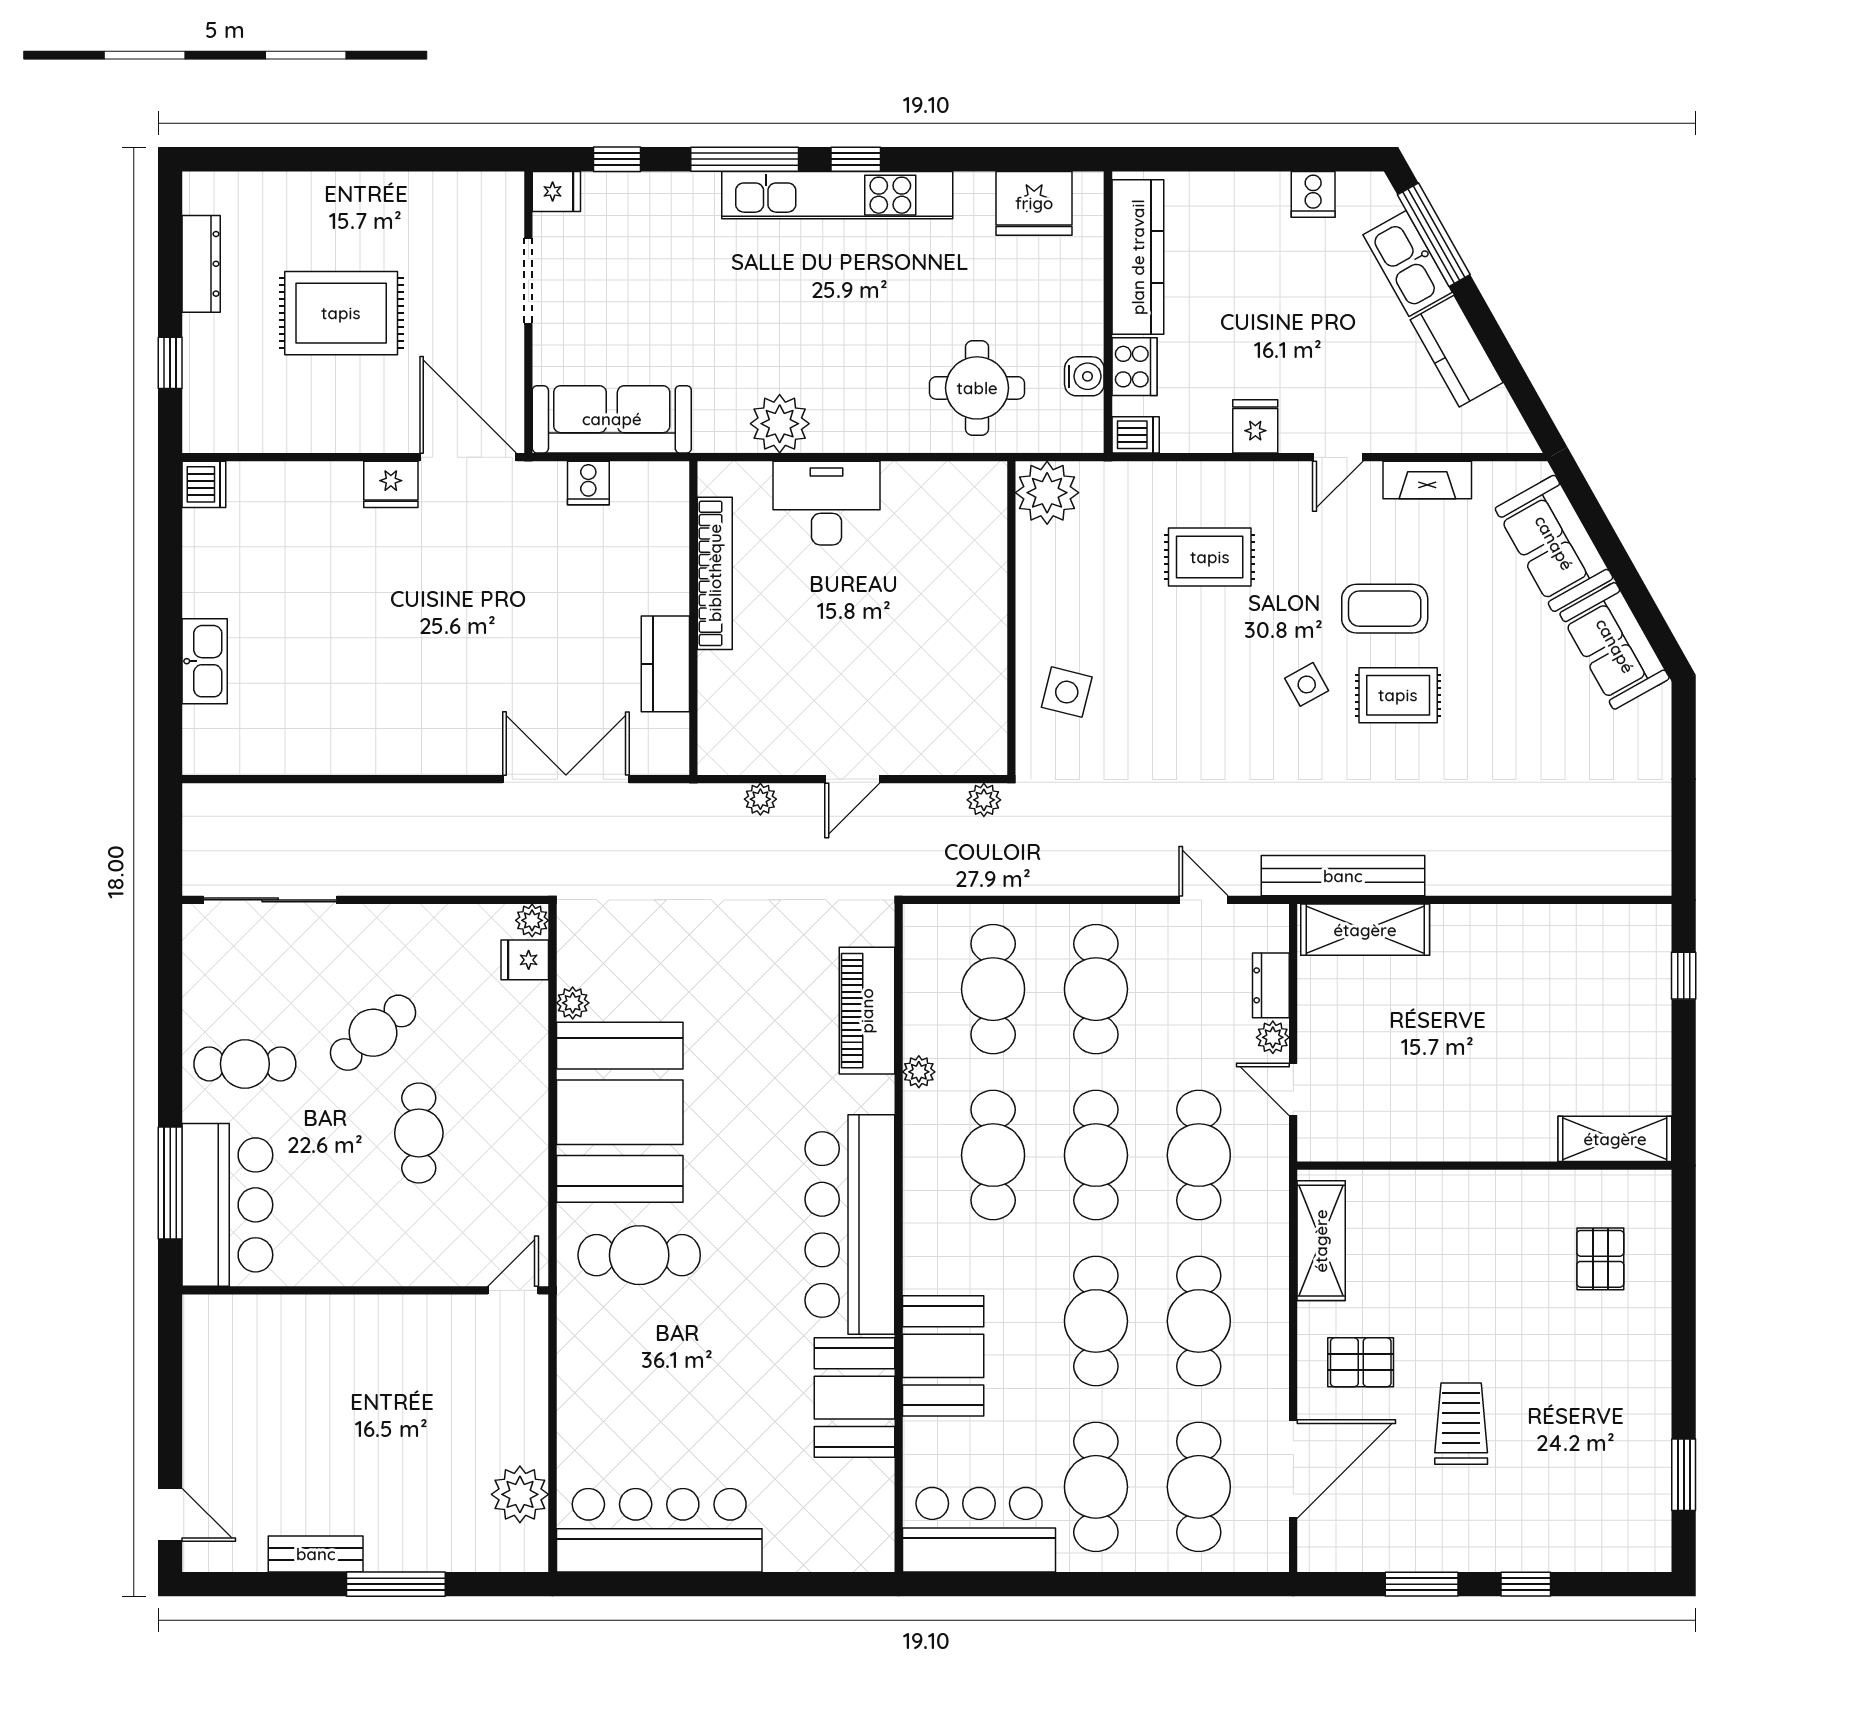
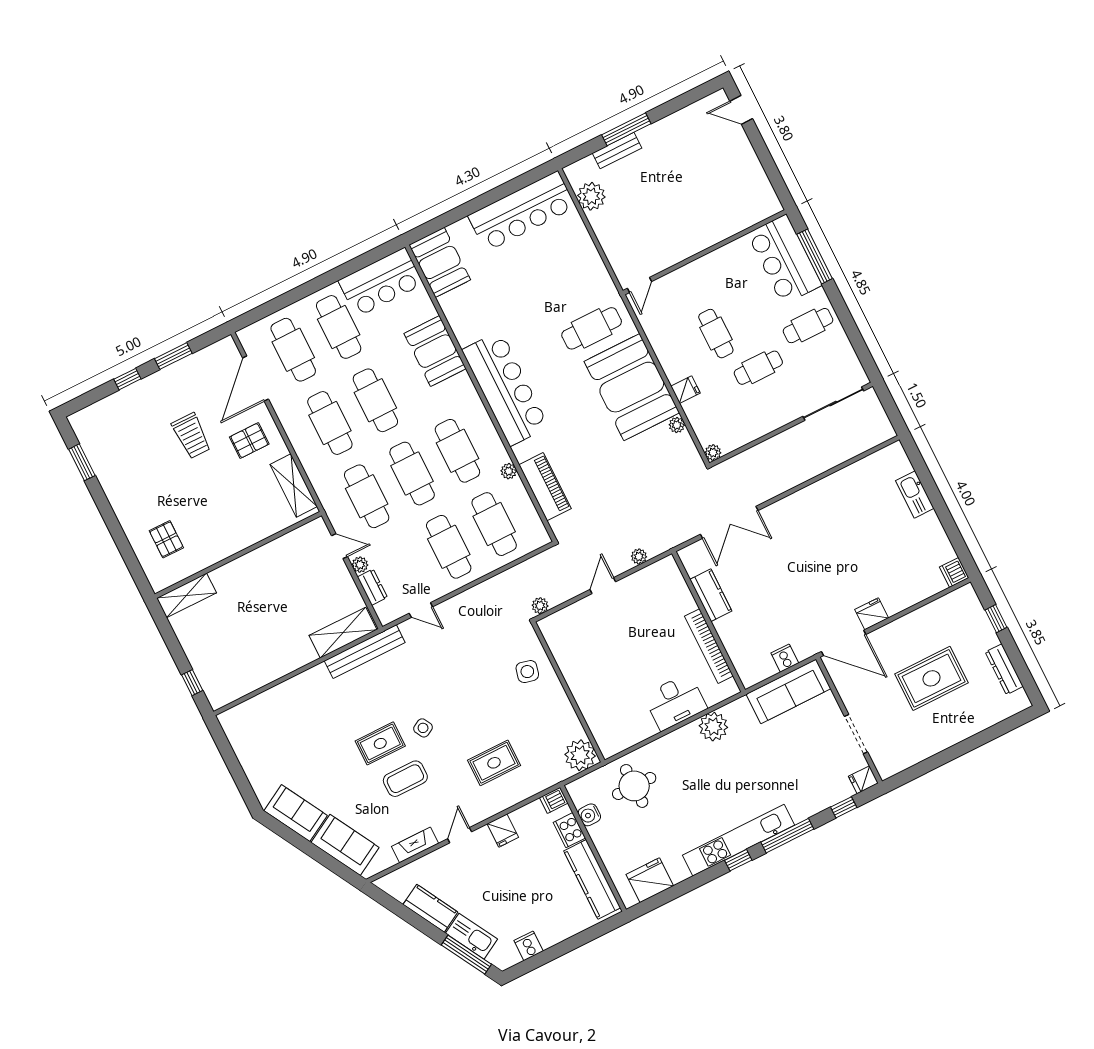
fridge: (525, 960) -> (686, 390), moved
cafe table: (373, 1033) -> (758, 368), turned 39
booth: (854, 1398) -> (440, 262), moved
bench: (316, 1554) -> (617, 151), moved

